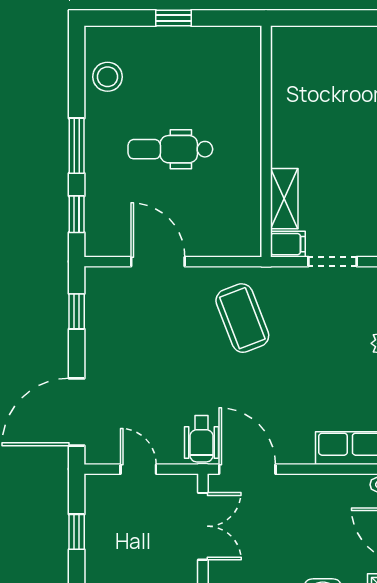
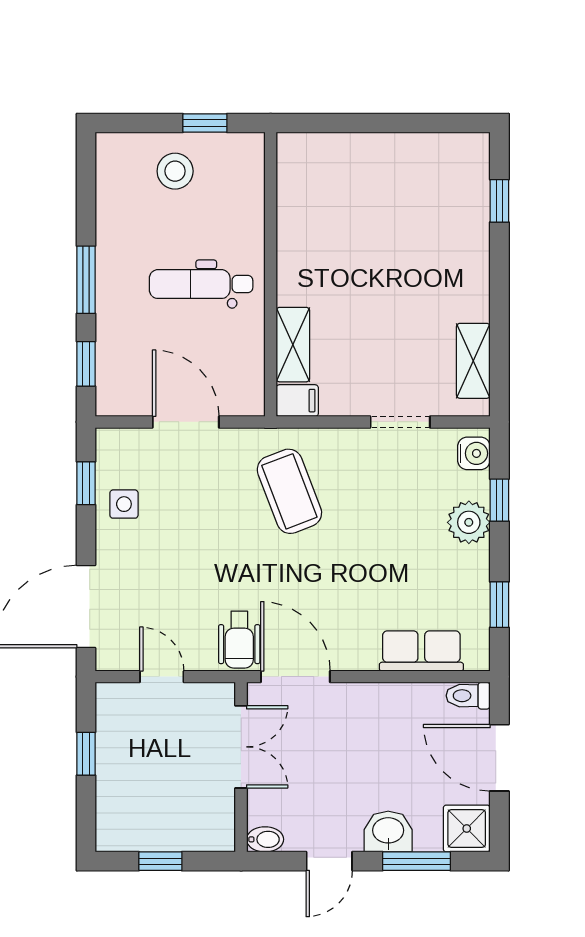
stool: (108, 77) -> (175, 171), moved
wall: (266, 141) -> (271, 274), moved
shelving: (284, 199) -> (293, 345), moved
filing cabinet: (288, 244) -> (297, 401), moved
side table: (108, 328) -> (124, 504), added

